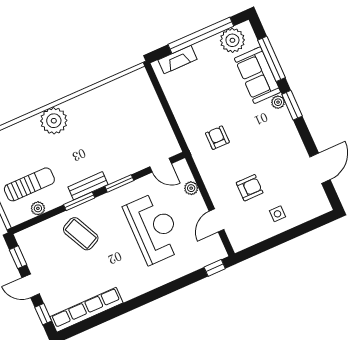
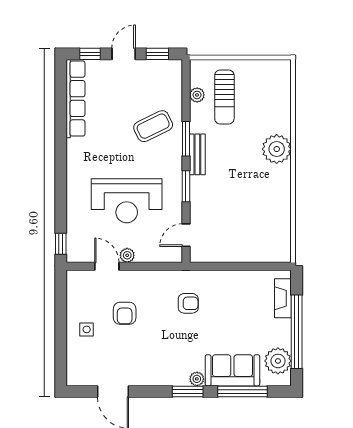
plant: (191, 188) -> (127, 255), moved

